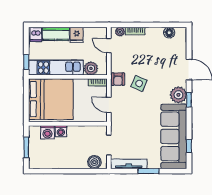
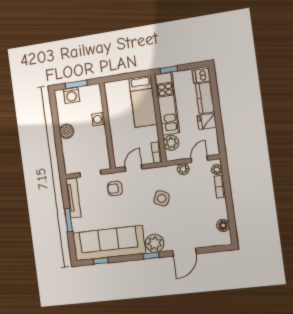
plant: (116, 61) -> (183, 169), added
armchair: (118, 79) -> (115, 188), moved
bed: (51, 99) -> (143, 101), width x0.49
washing machine: (47, 132) -> (71, 95), moved, turned -90
boiler: (94, 162) -> (66, 131), moved

